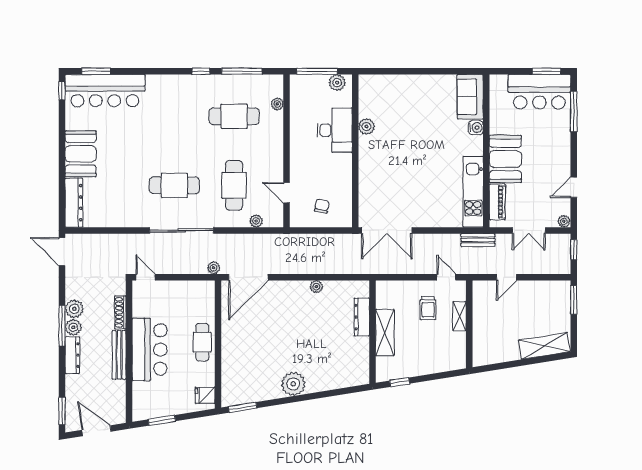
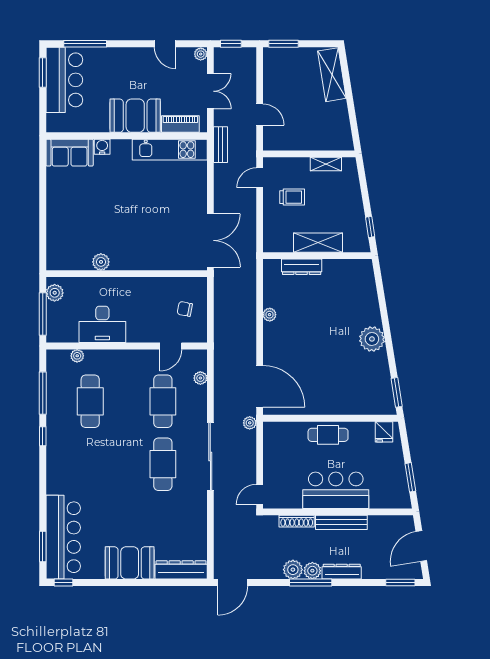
desk: (335, 130) -> (102, 324), moved, turned 180
cafe table: (234, 185) -> (163, 401), turned 90
shelving: (459, 316) -> (326, 164), moved

